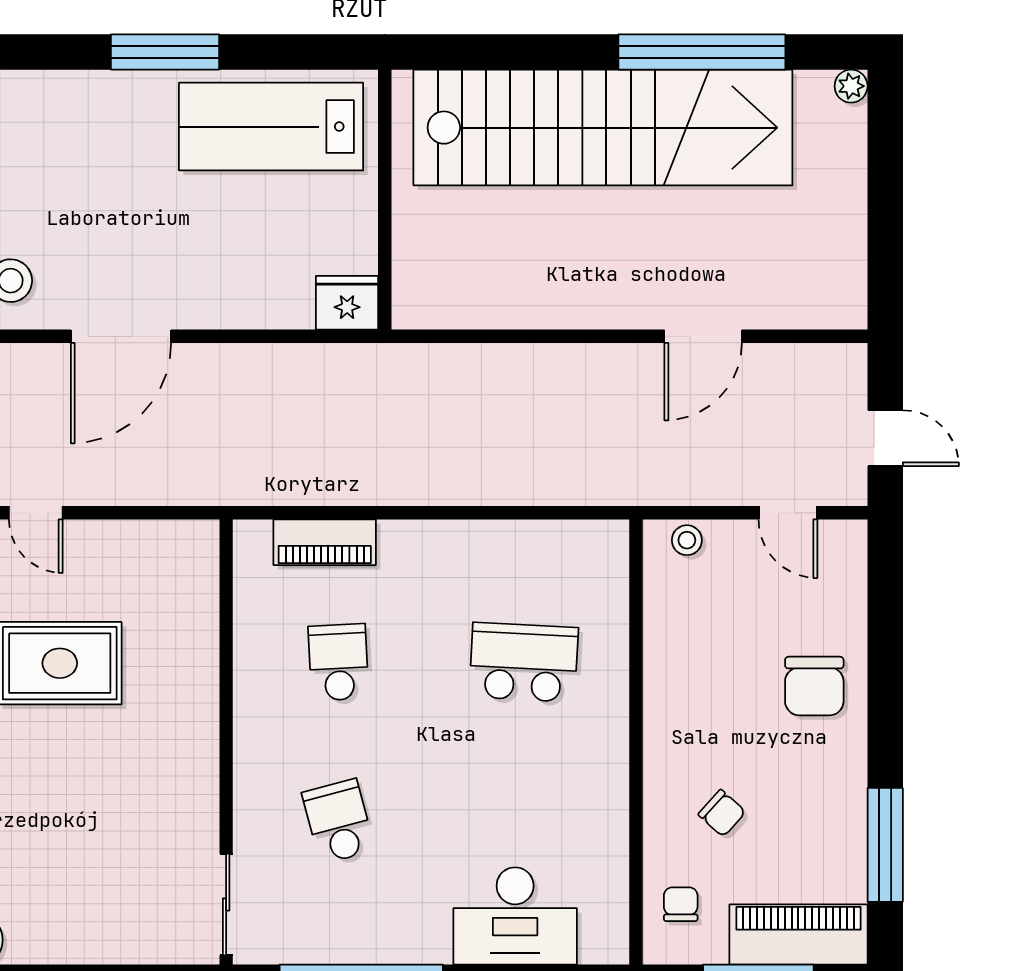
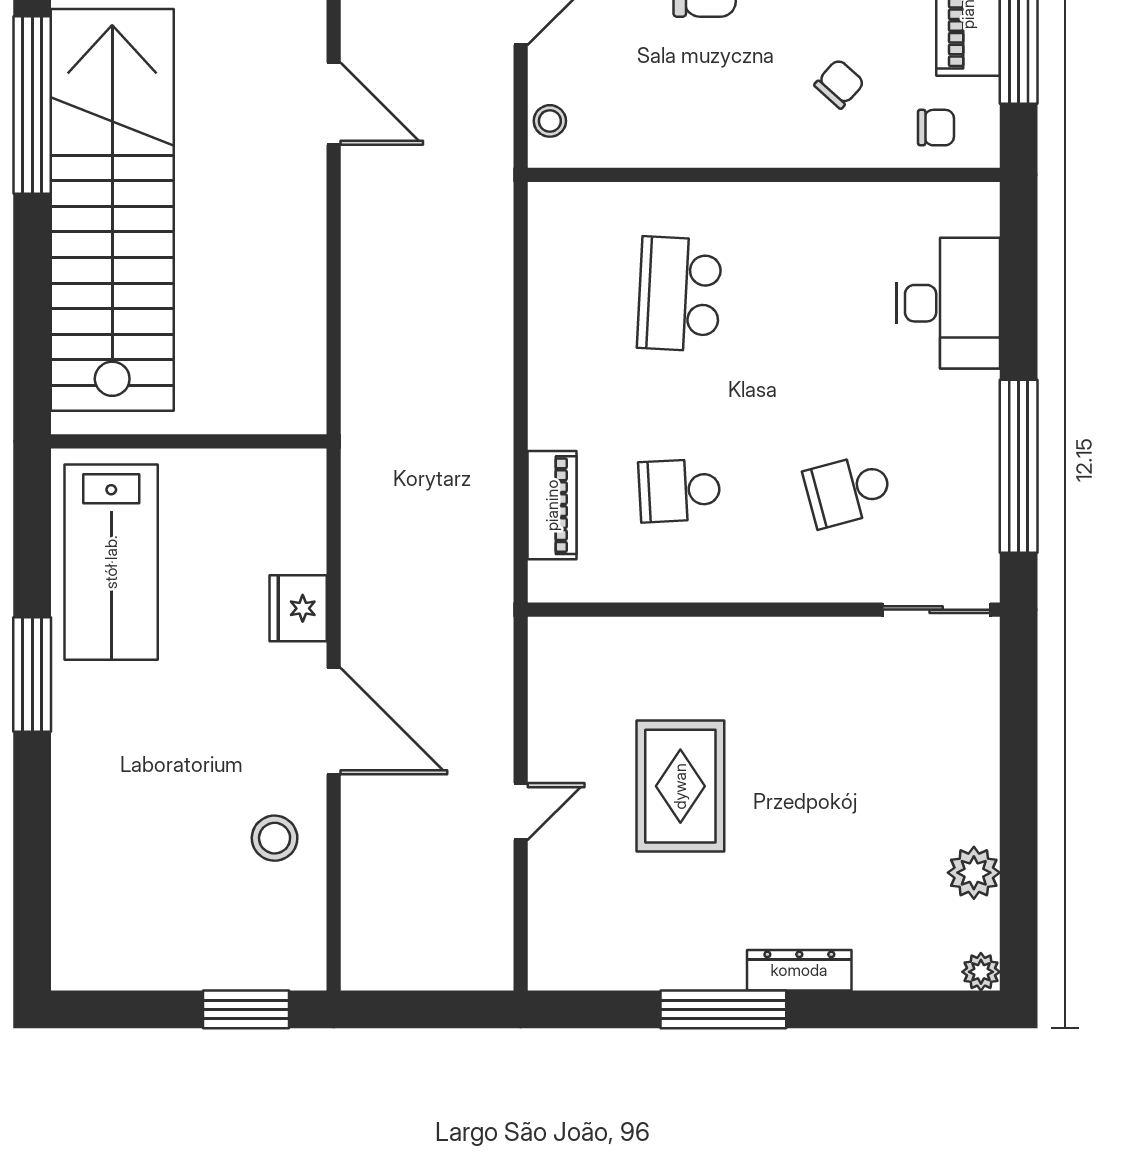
fridge: (347, 303) -> (298, 608), moved
chair: (681, 904) -> (936, 128), turned 180

